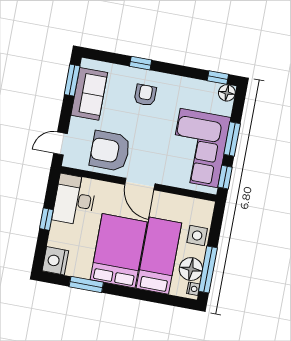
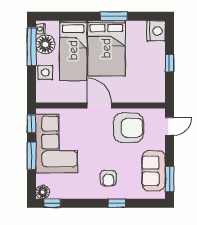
desk: (74, 200) -> (150, 83), removed
window: (86, 284) -> (114, 16), moved

